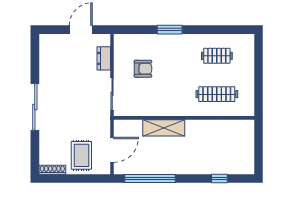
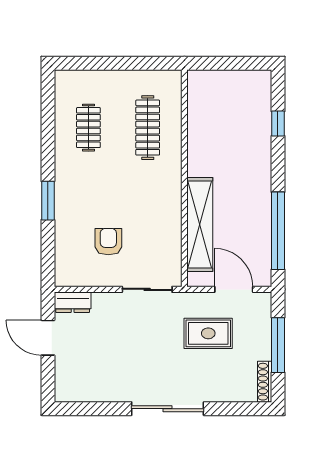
dresser: (104, 58) -> (73, 302), moved
shelving: (164, 128) -> (200, 225), width x1.47
rug: (81, 155) -> (208, 333), moved
window: (76, 178) -> (278, 345), added

